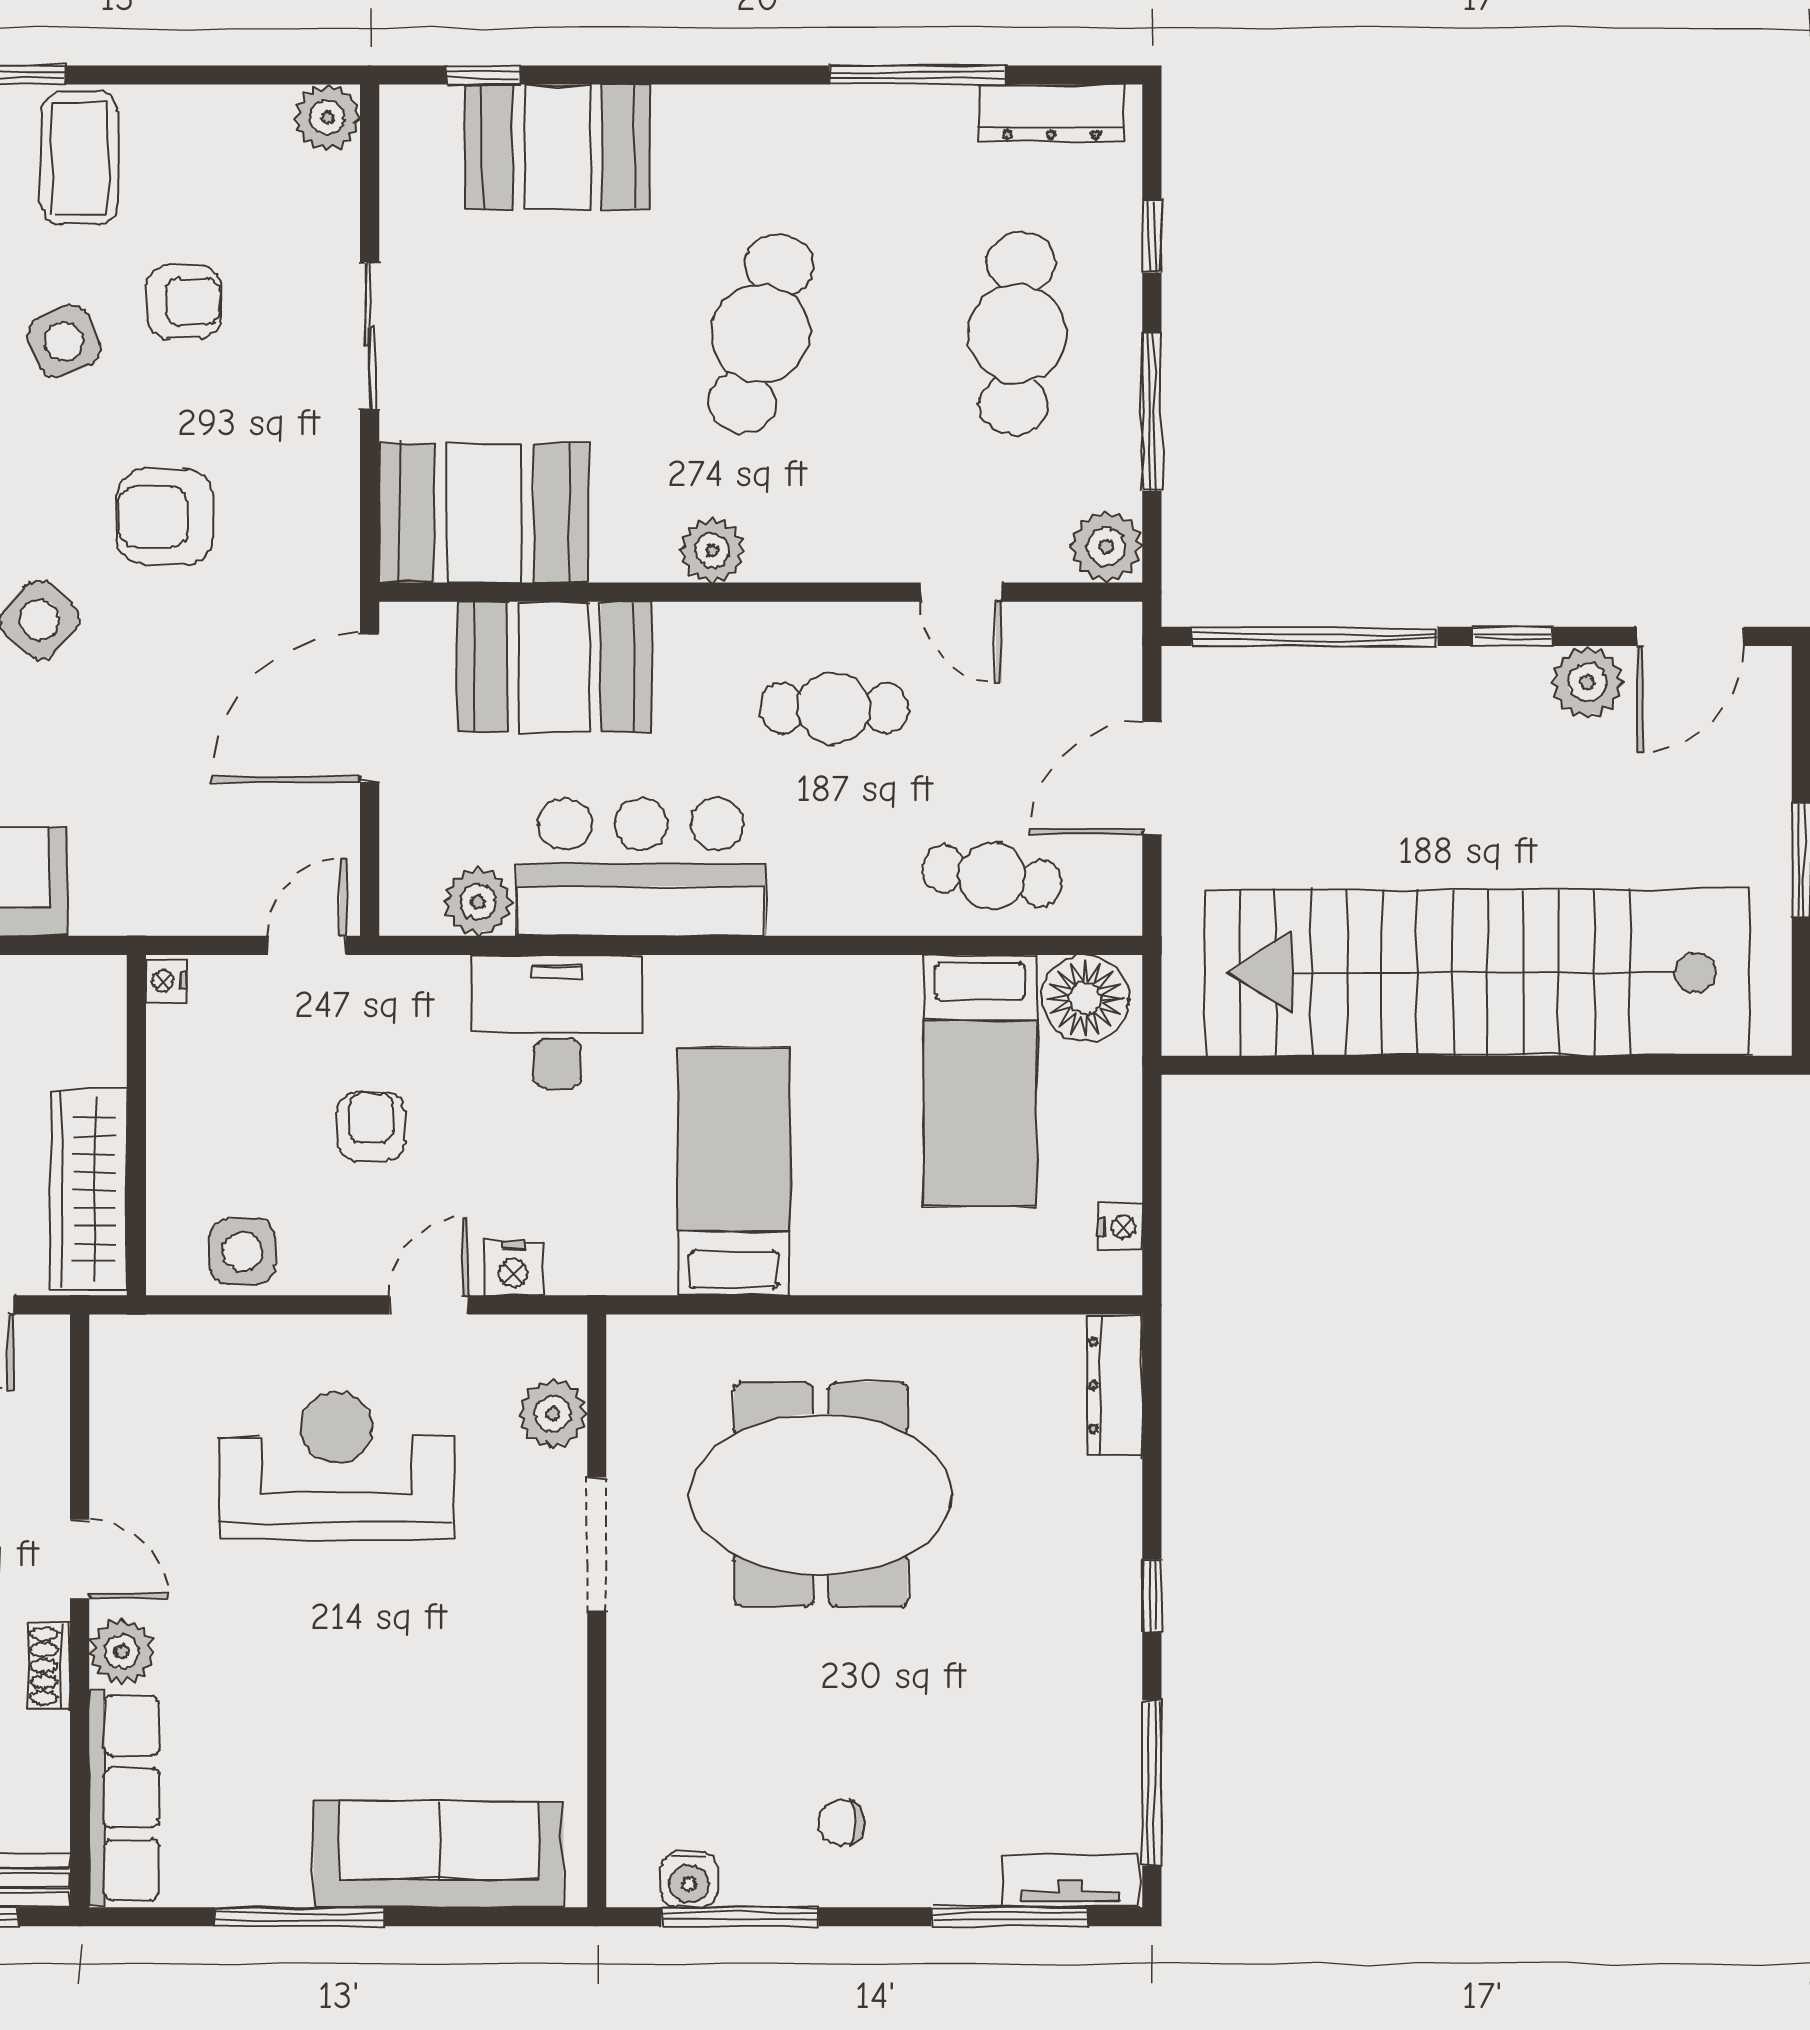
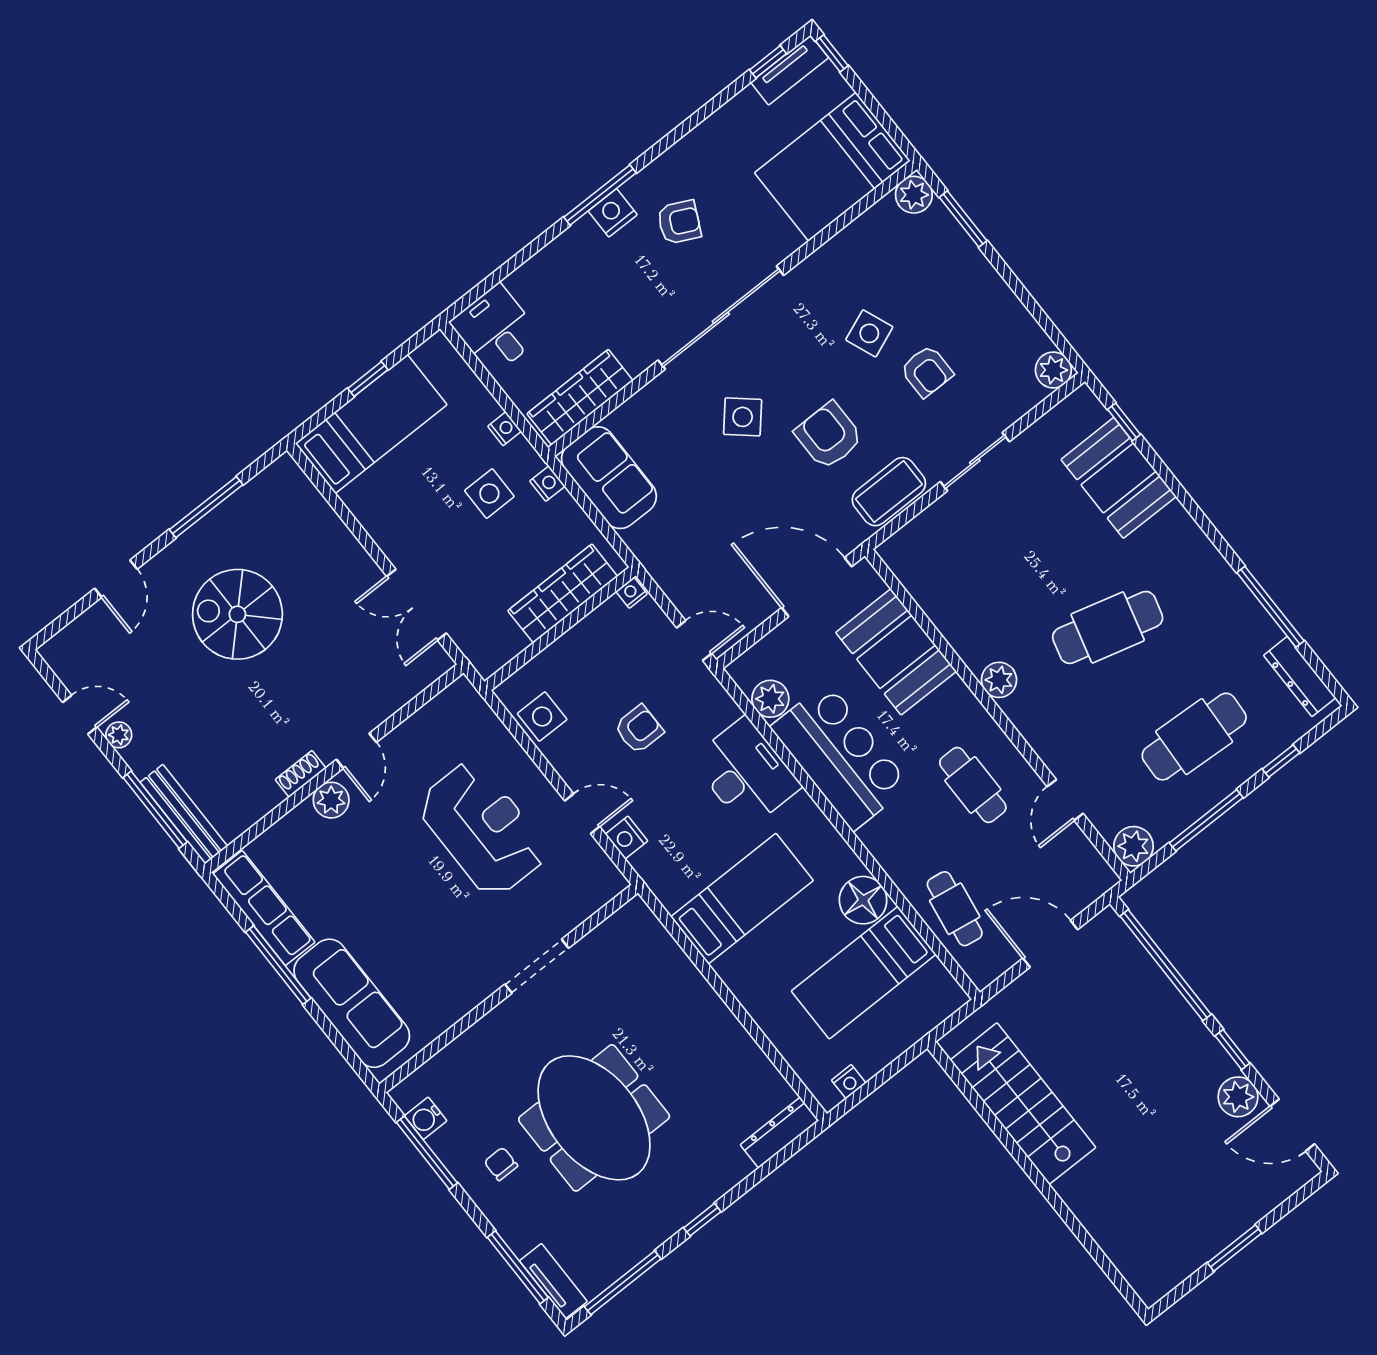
coffee table: (79, 158) -> (889, 492), moved
booth: (484, 513) -> (938, 570), removed
stairs: (1477, 972) -> (1023, 1104), width x0.54, depth x0.66
floor lamp: (1085, 999) -> (863, 900), moved
wardrobe: (89, 1190) -> (563, 594), moved
plant: (553, 1414) -> (578, 903), removed
meeting table: (821, 1494) -> (594, 1118), moved
row of seats: (124, 1798) -> (264, 908), moved, turned -90

